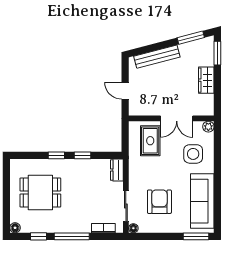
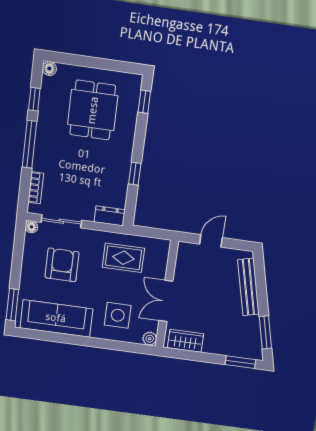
wardrobe: (206, 80) -> (185, 341), moved
rug: (150, 141) -> (123, 258), moved
window: (56, 155) -> (144, 102), moved
armchair: (159, 202) -> (62, 265), turned -90

